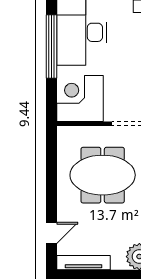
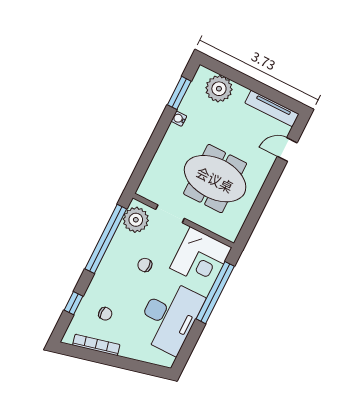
window: (52, 47) -> (215, 293), moved
chair: (126, 67) -> (145, 265), added

